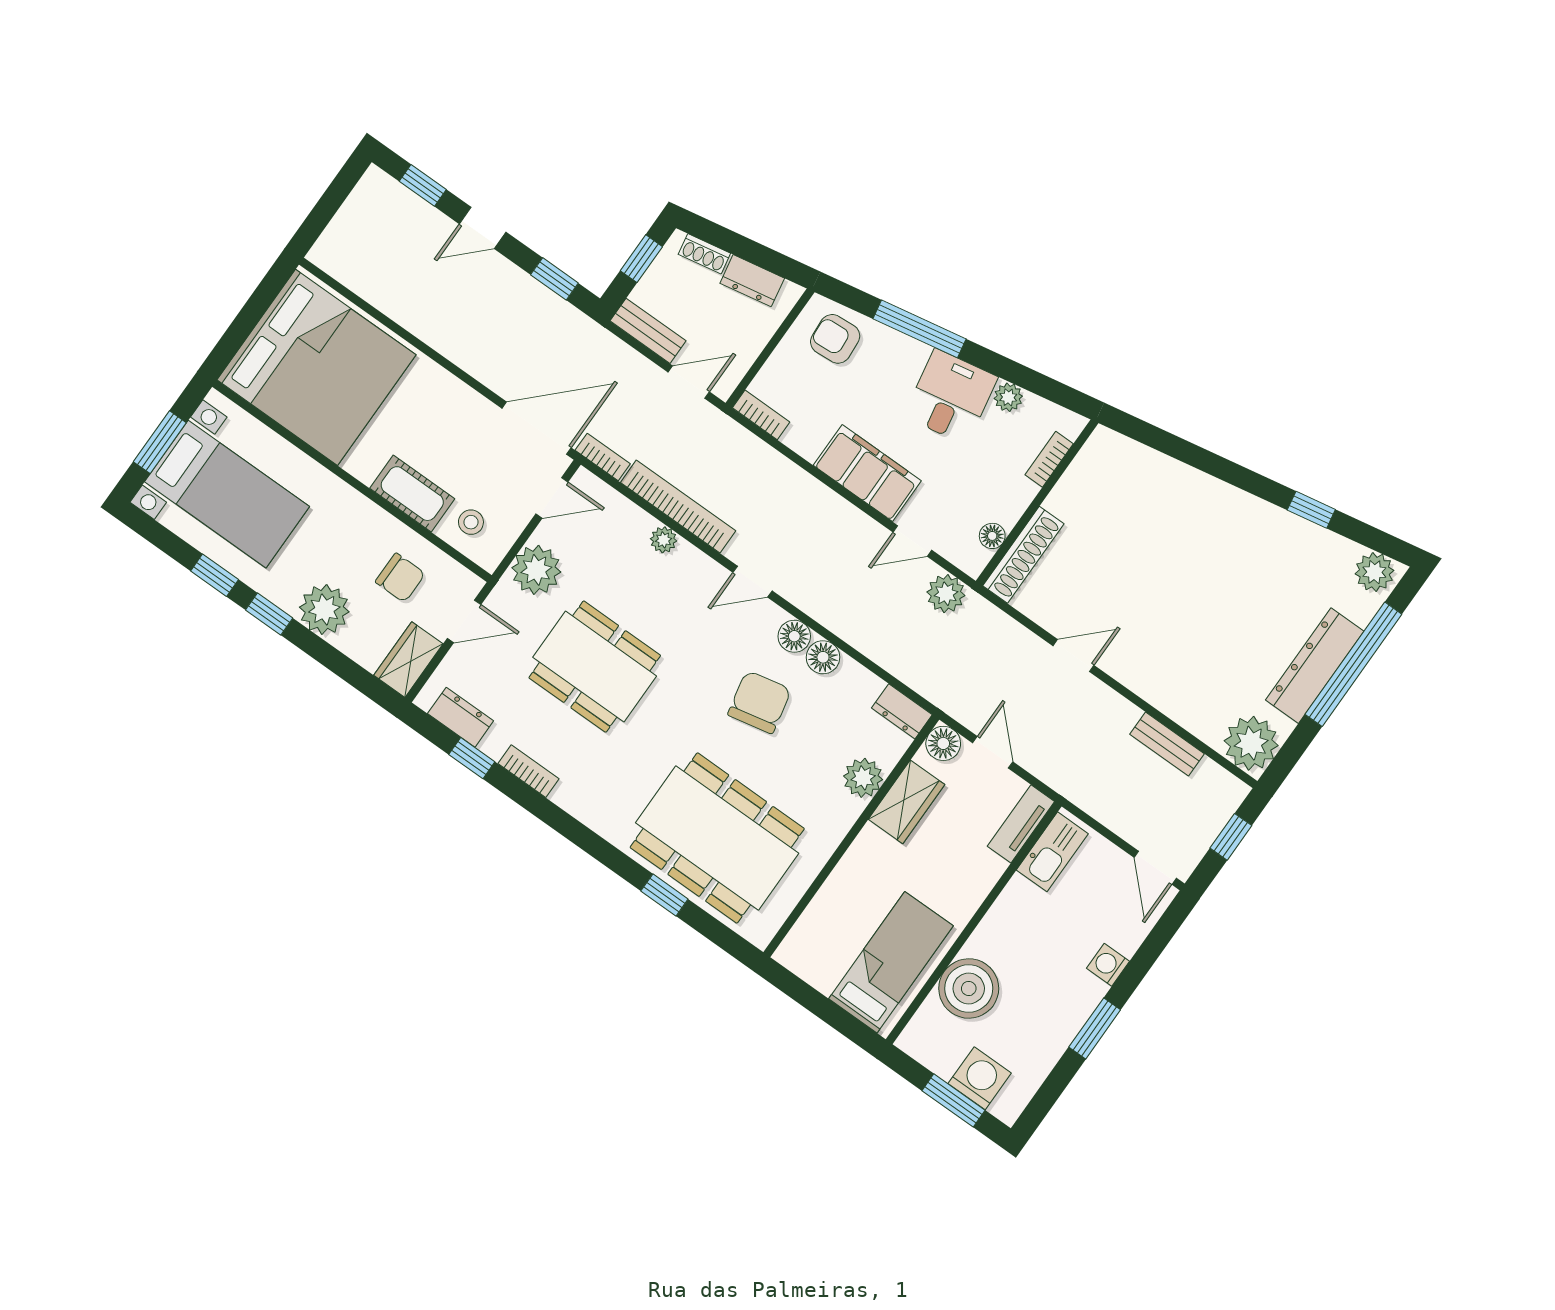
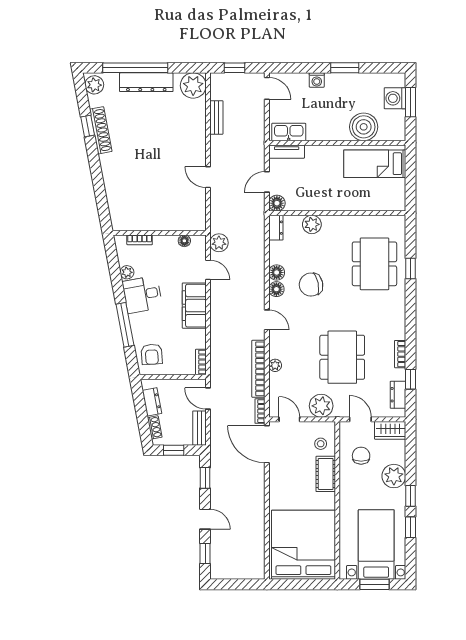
shoe rack: (1023, 555) -> (101, 130), moved, turned 79
wardrobe: (906, 802) -> (309, 201), removed
dining table: (717, 838) -> (374, 264), width x0.73, depth x0.80
door: (1155, 868) -> (267, 88), hinge flipped

